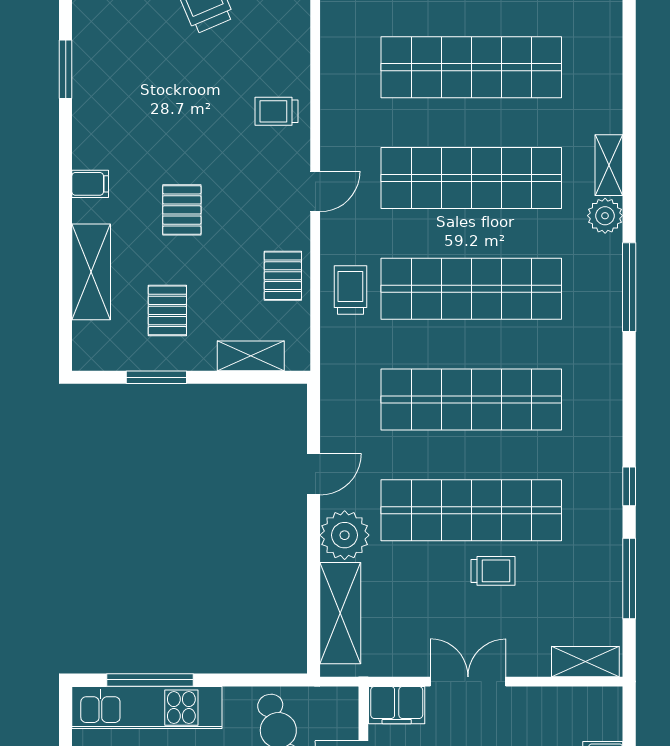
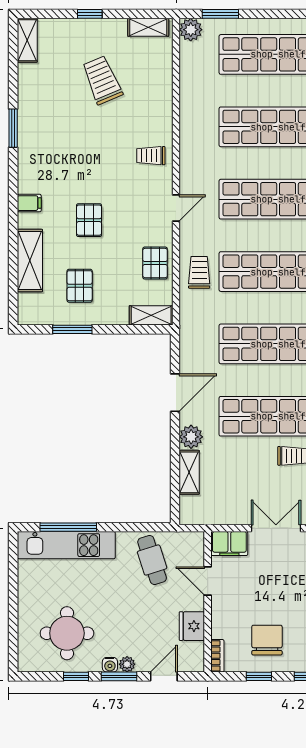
shelving: (251, 356) -> (151, 315), moved
door: (313, 474) -> (175, 393), width x1.38
plant: (345, 535) -> (191, 437), width x0.73, depth x0.73
shelving: (340, 613) -> (189, 472), width x0.67, depth x0.75

